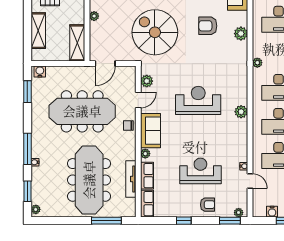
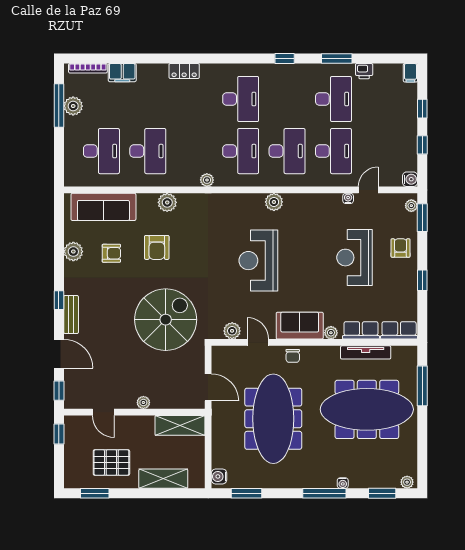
spiral stairs: (155, 32) -> (166, 320), turned 180
water cooler: (272, 212) -> (410, 179), moved

